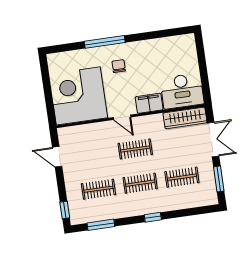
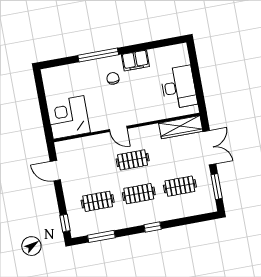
desk: (182, 91) -> (179, 87), moved, turned -90
corner desk: (78, 96) -> (68, 117), width x0.74, depth x0.74
filing cabinet: (149, 103) -> (135, 60), moved, turned 180

